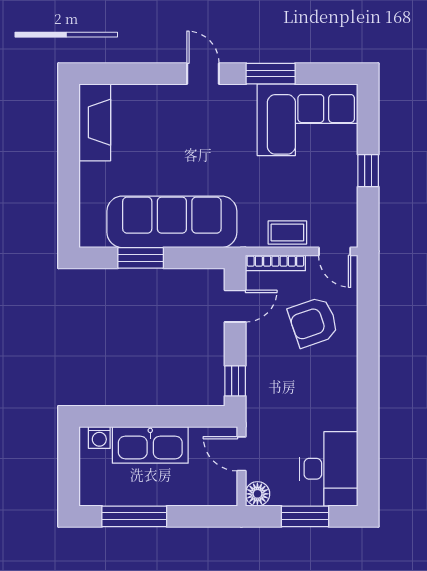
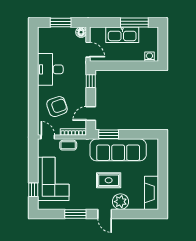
plant: (166, 102) -> (120, 202), added
corner sofa: (308, 120) -> (53, 179), moved, turned 90
rug: (194, 151) -> (109, 180), added
window: (368, 171) -> (33, 190), moved
window: (141, 258) -> (109, 134), moved
kitchen sink: (150, 445) -> (122, 35), moved, turned 180
desk: (329, 469) -> (50, 69), moved

